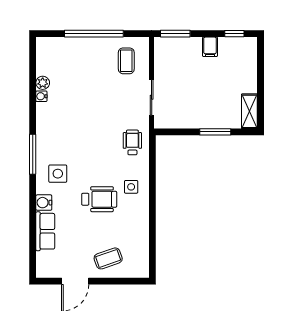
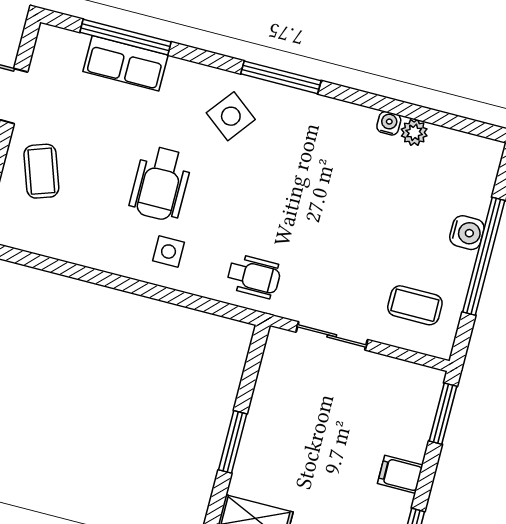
side table: (58, 174) -> (231, 116), turned 38
water cooler: (44, 203) -> (467, 233), moved, turned 90
window: (33, 234) -> (126, 37), added

